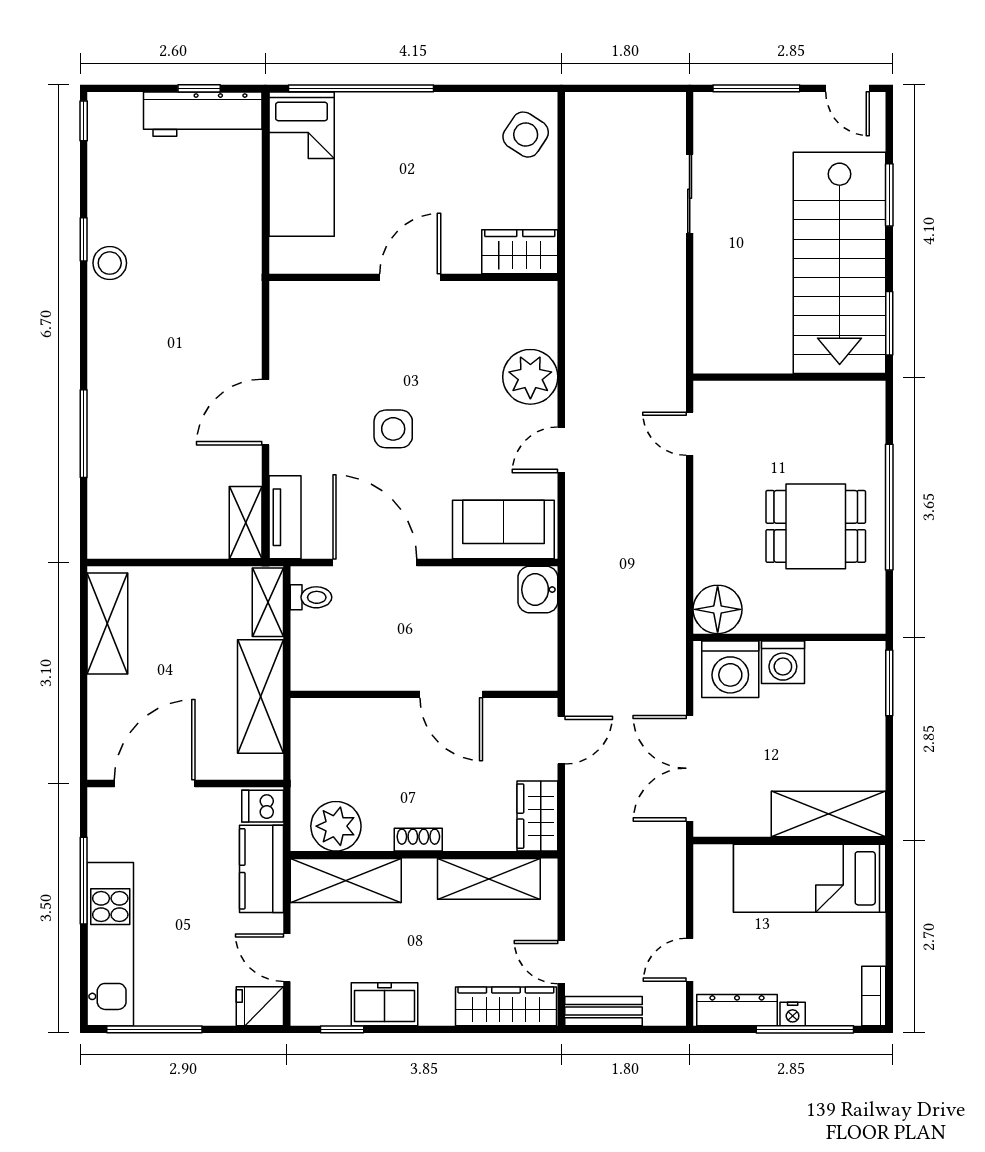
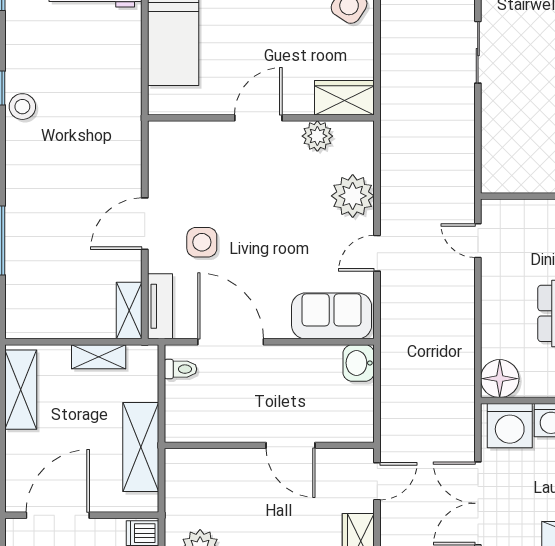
plant: (485, 300) -> (317, 136), added
side table: (393, 429) -> (202, 242), moved
shelving: (268, 602) -> (99, 357), moved, turned 90

